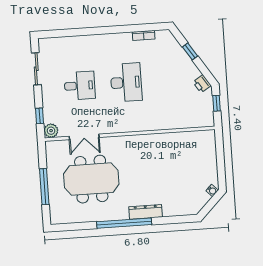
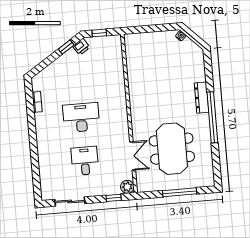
window: (190, 51) -> (66, 47), moved

